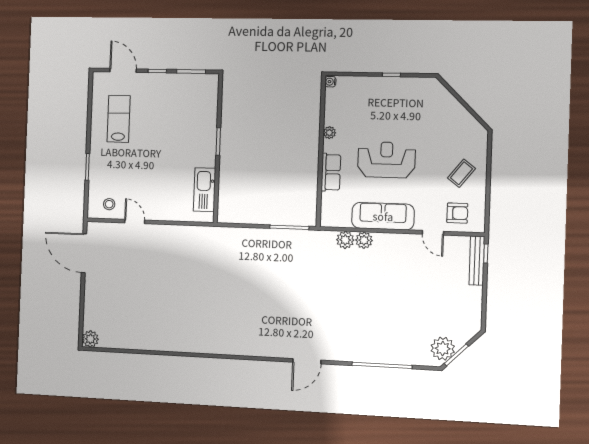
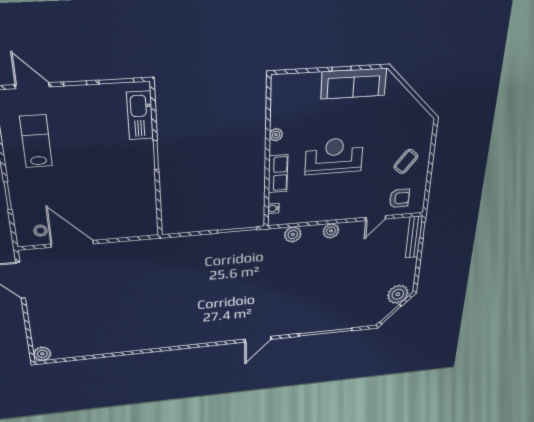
water cooler: (330, 82) -> (273, 208), moved
kitchen sink: (205, 190) -> (140, 115), moved
sofa: (383, 216) -> (354, 84), moved, turned 180
door: (135, 222) -> (72, 244), width x1.87
door: (433, 233) -> (376, 218), hinge flipped
plant: (364, 240) -> (331, 231), moved
plant: (443, 349) -> (398, 294), moved

